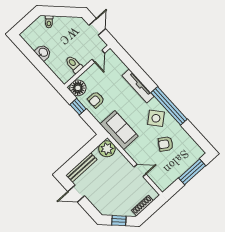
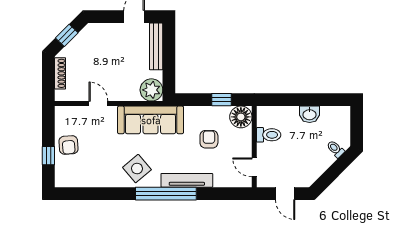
armchair: (96, 100) -> (209, 139), moved
window: (169, 106) -> (166, 194), moved
sofa: (119, 130) -> (151, 120), width x1.36
armchair: (166, 144) -> (69, 145), moved, turned 143
door: (140, 171) -> (98, 104), swing flipped
window: (192, 172) -> (48, 156), width x0.46

